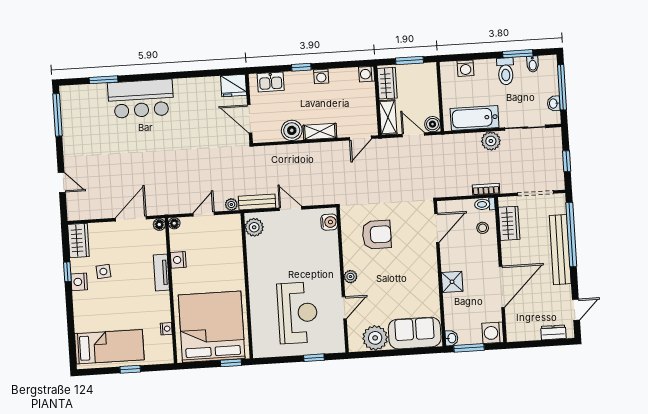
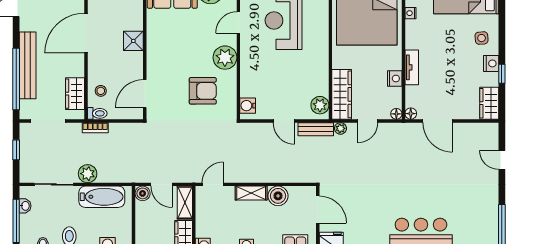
door: (131, 219) -> (438, 121), hinge flipped
armchair: (377, 235) -> (203, 91), turned 180
wardrobe: (232, 240) -> (342, 94), added
side table: (103, 272) -> (482, 38), moved
plant: (350, 277) -> (225, 58), width x1.87, depth x1.87

